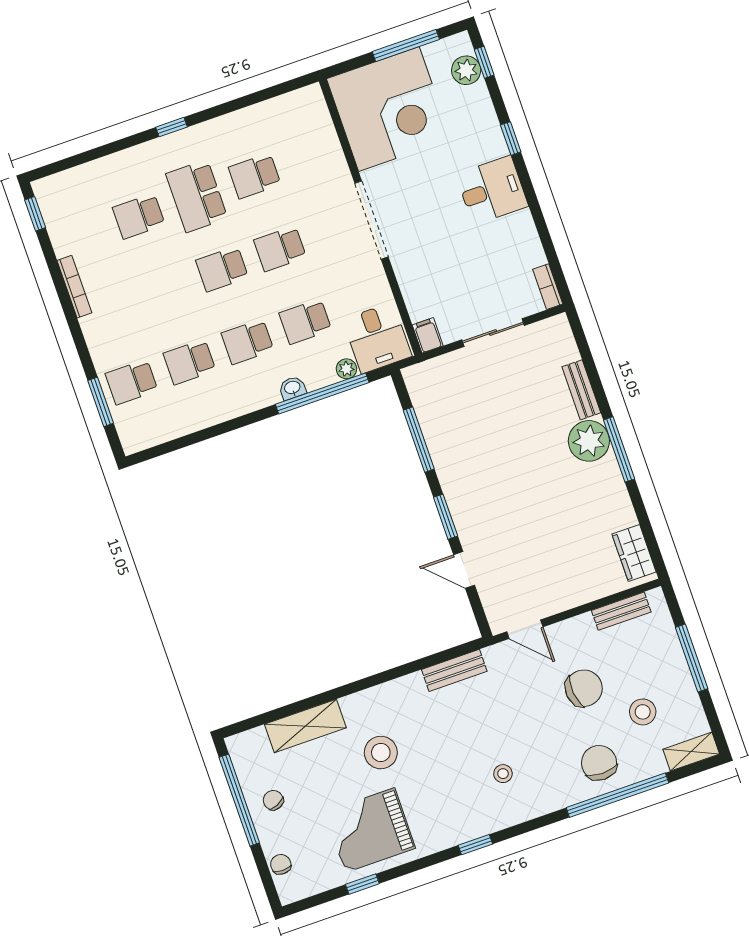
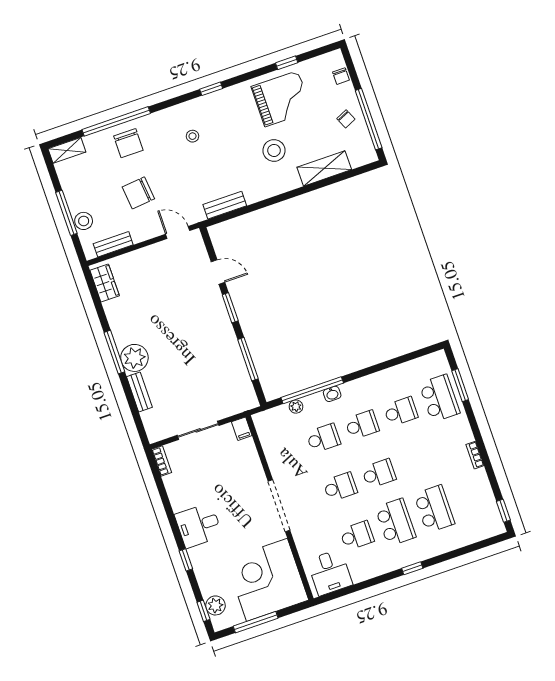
school desk: (139, 216) -> (434, 509), width x1.85
bookcase: (74, 287) -> (475, 455), width x0.64
desk: (377, 338) -> (330, 572), moved, turned 180
school desk: (132, 382) -> (439, 398), width x1.85
stool: (643, 712) -> (84, 221), moved

